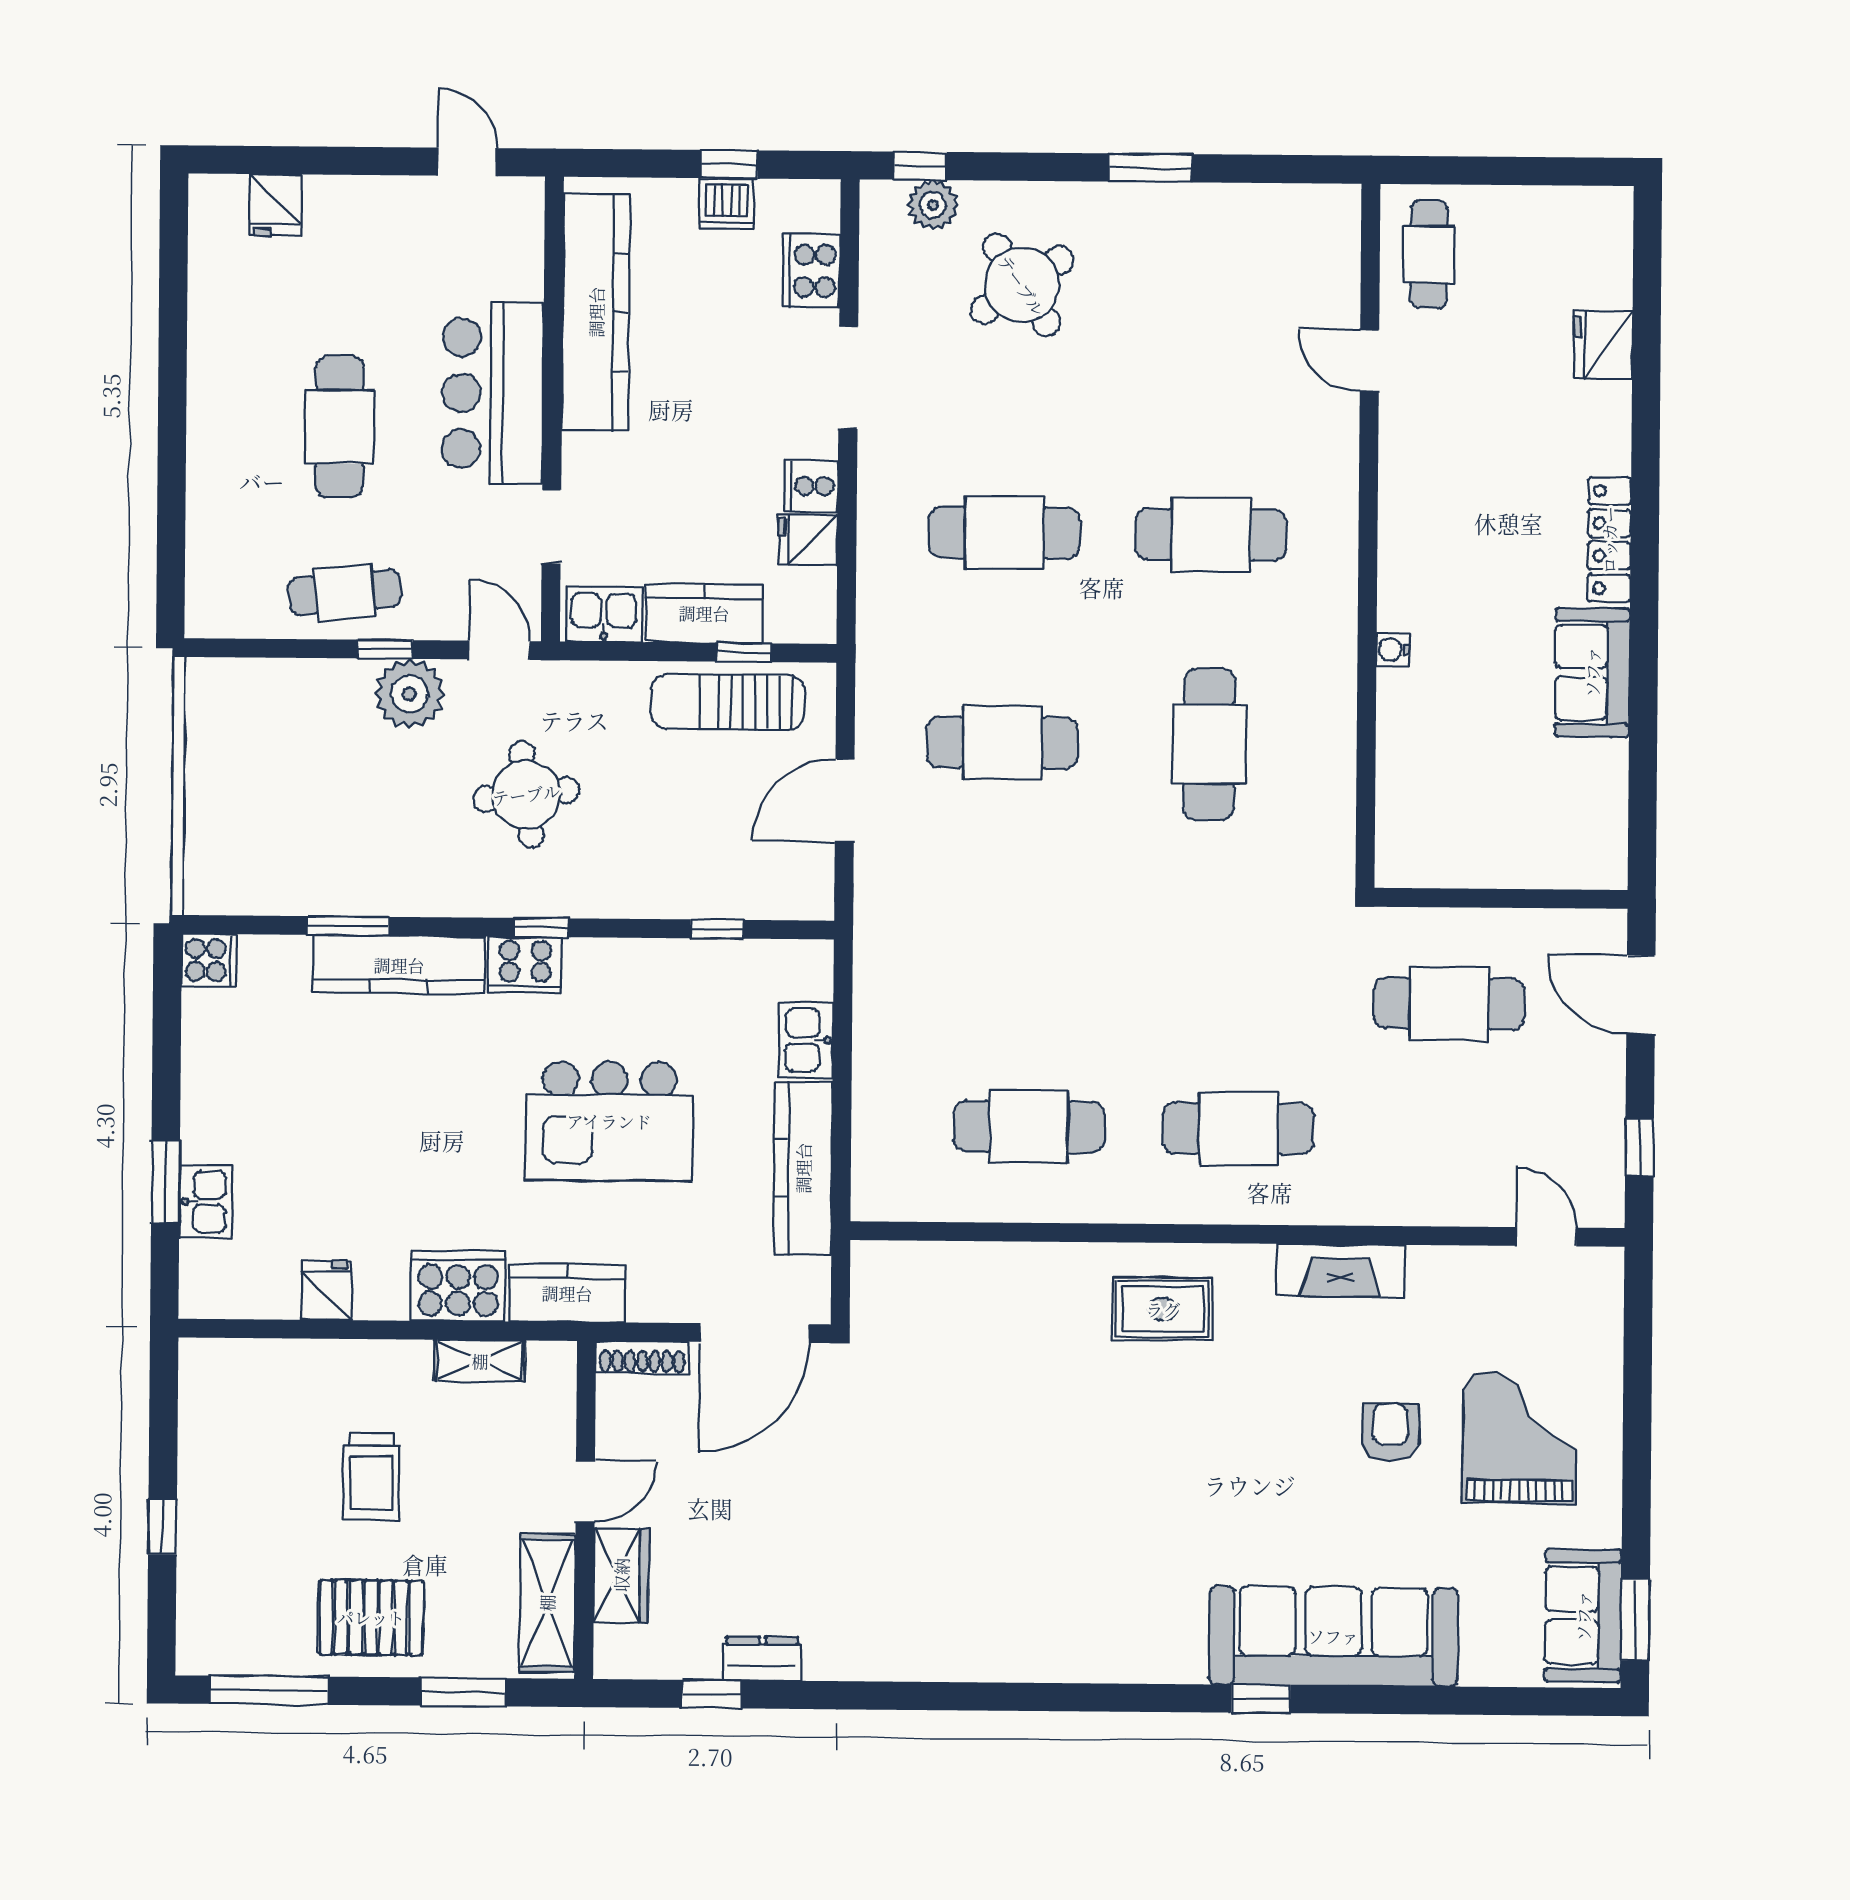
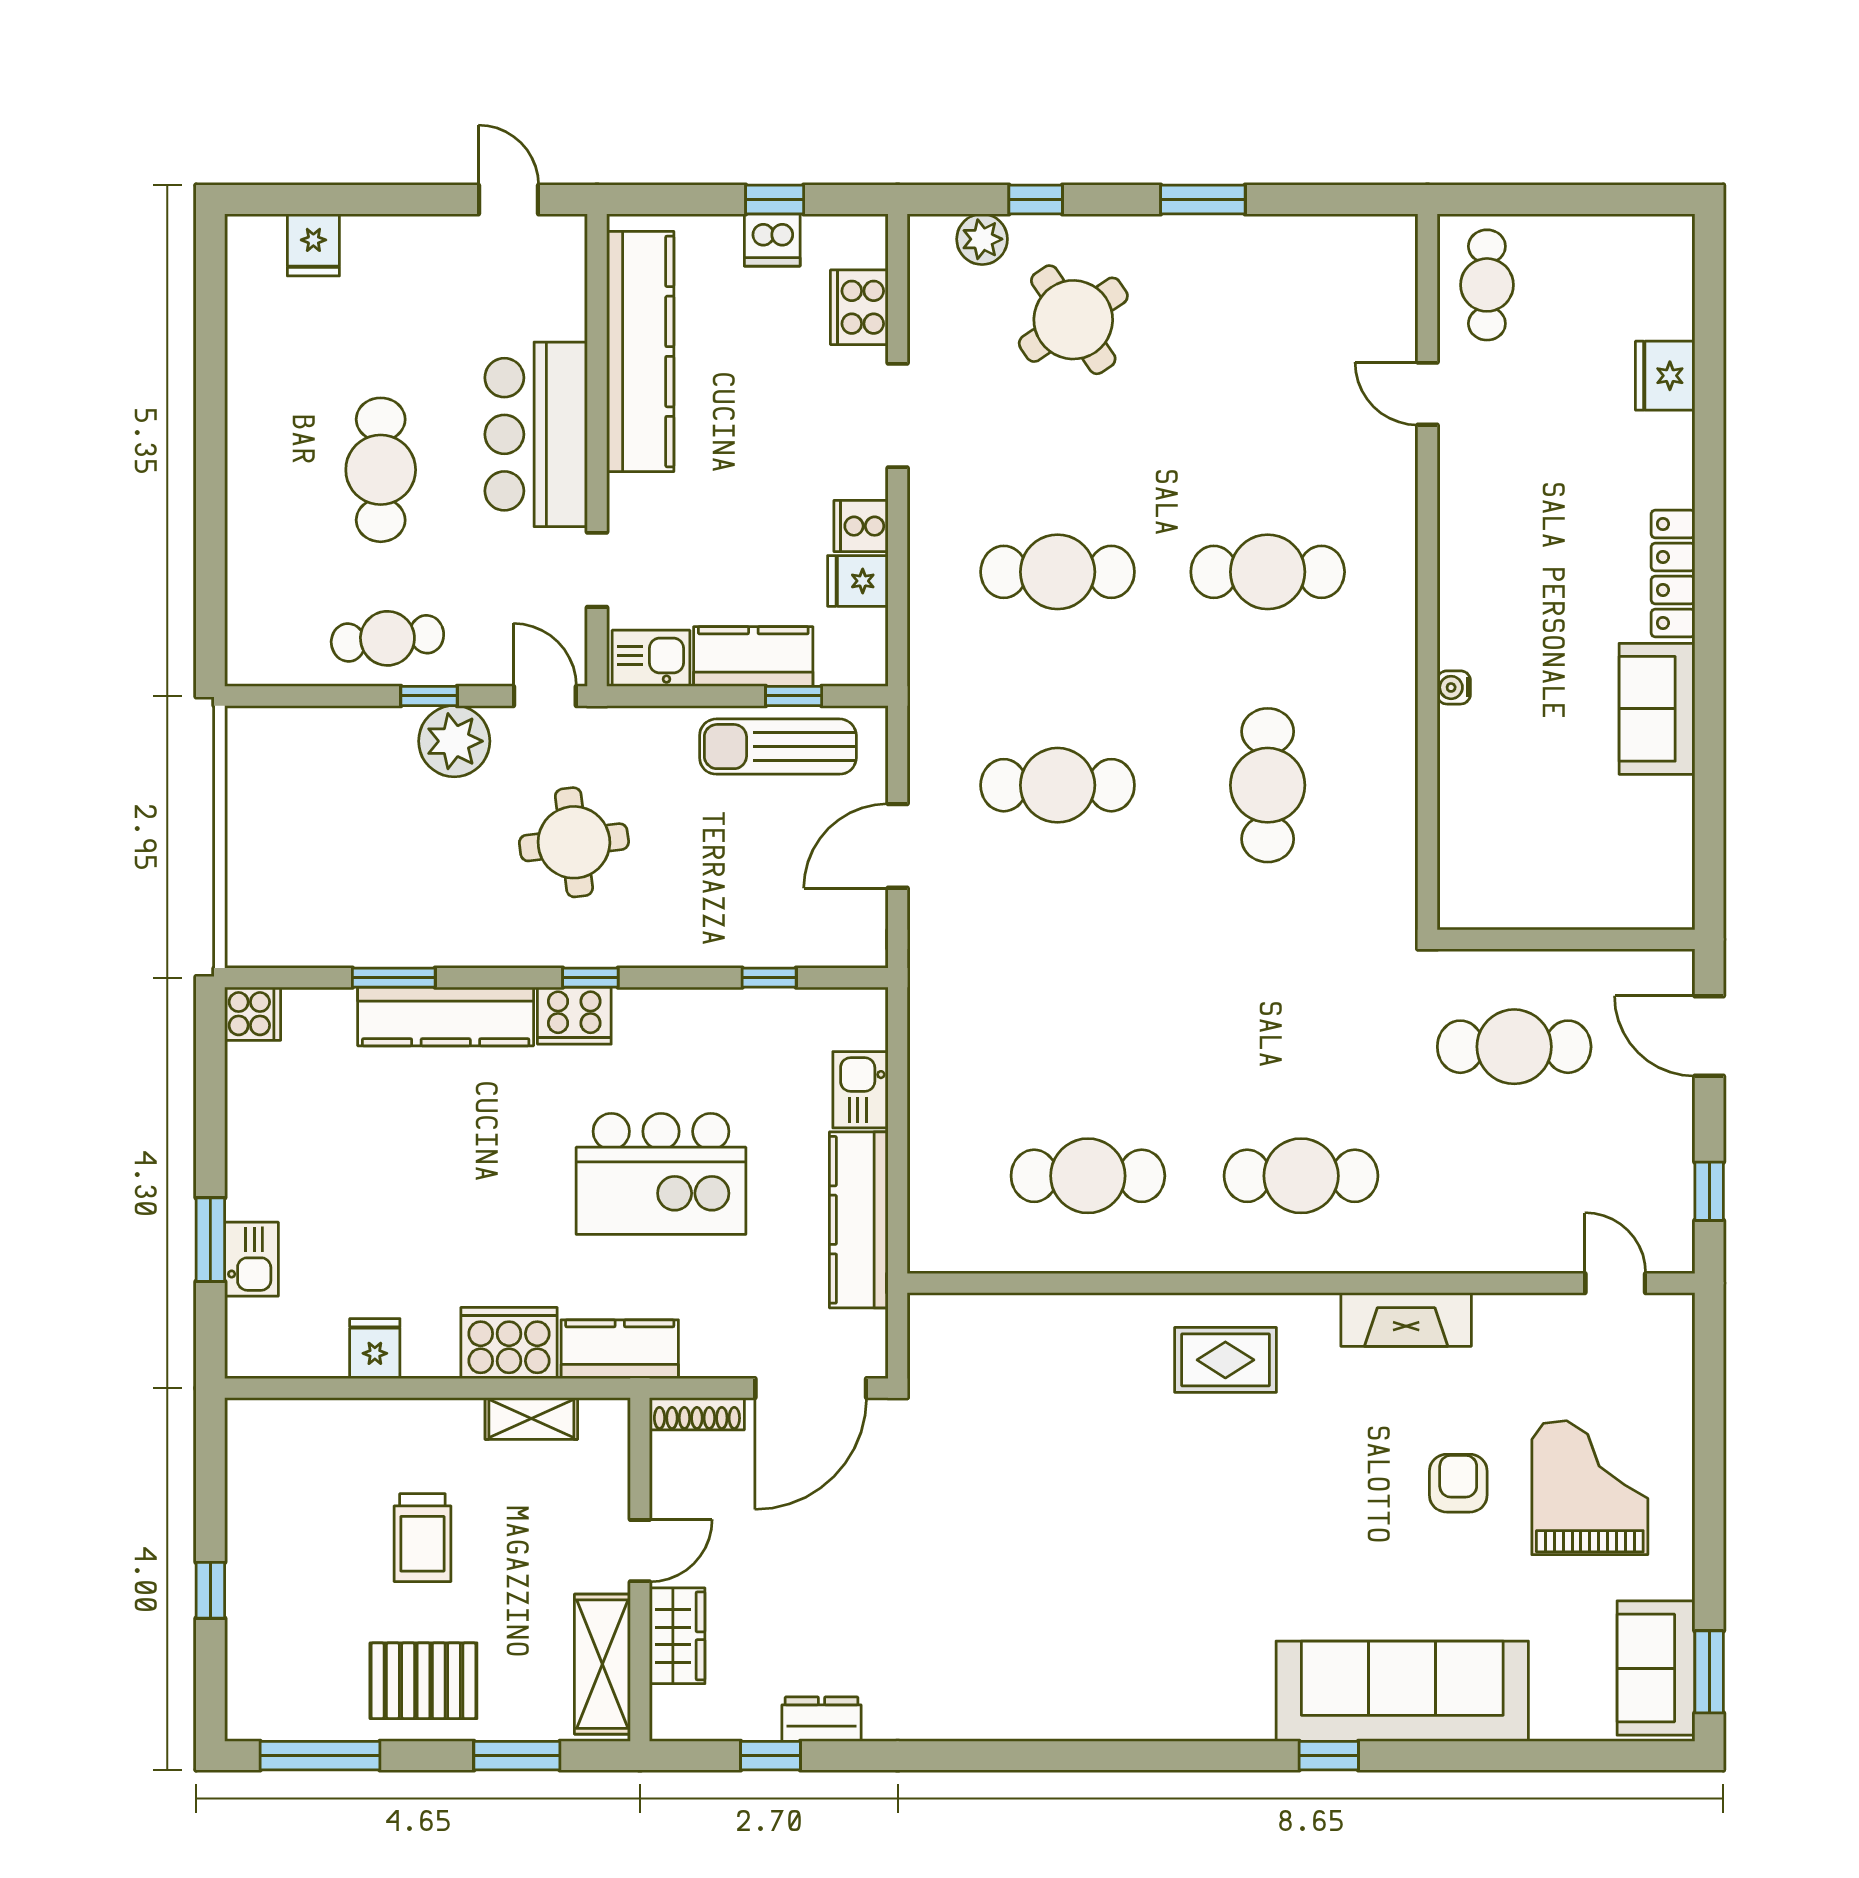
window: (920, 166) -> (1036, 200), moved

